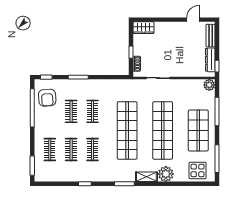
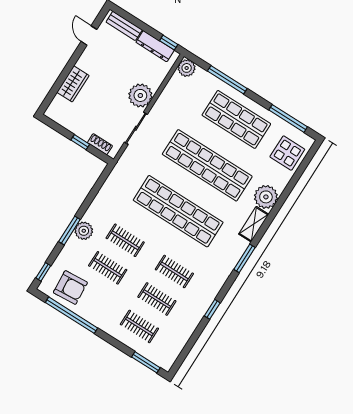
wardrobe: (143, 28) -> (73, 84), moved
plant: (178, 69) -> (140, 95), added
plant: (83, 85) -> (84, 231), added

